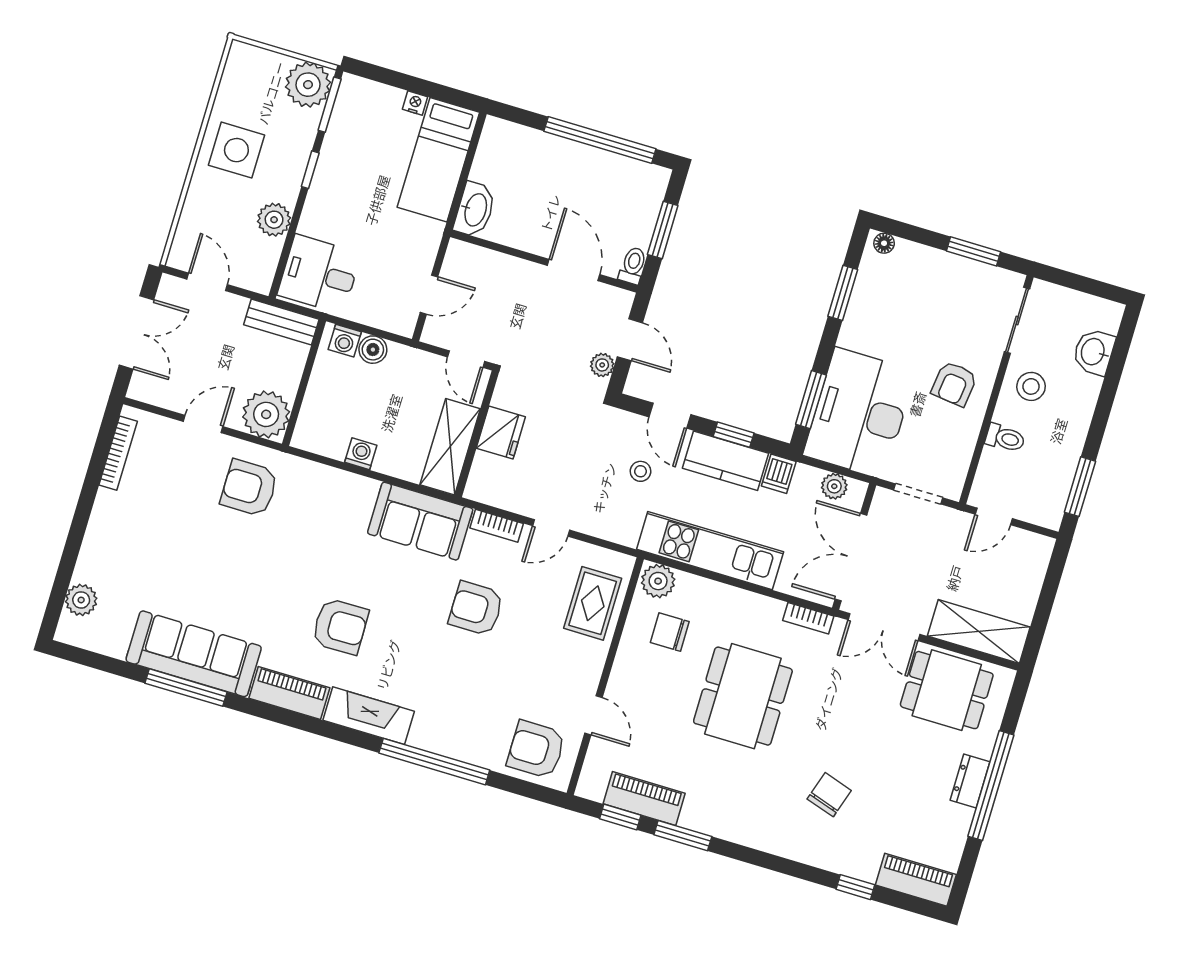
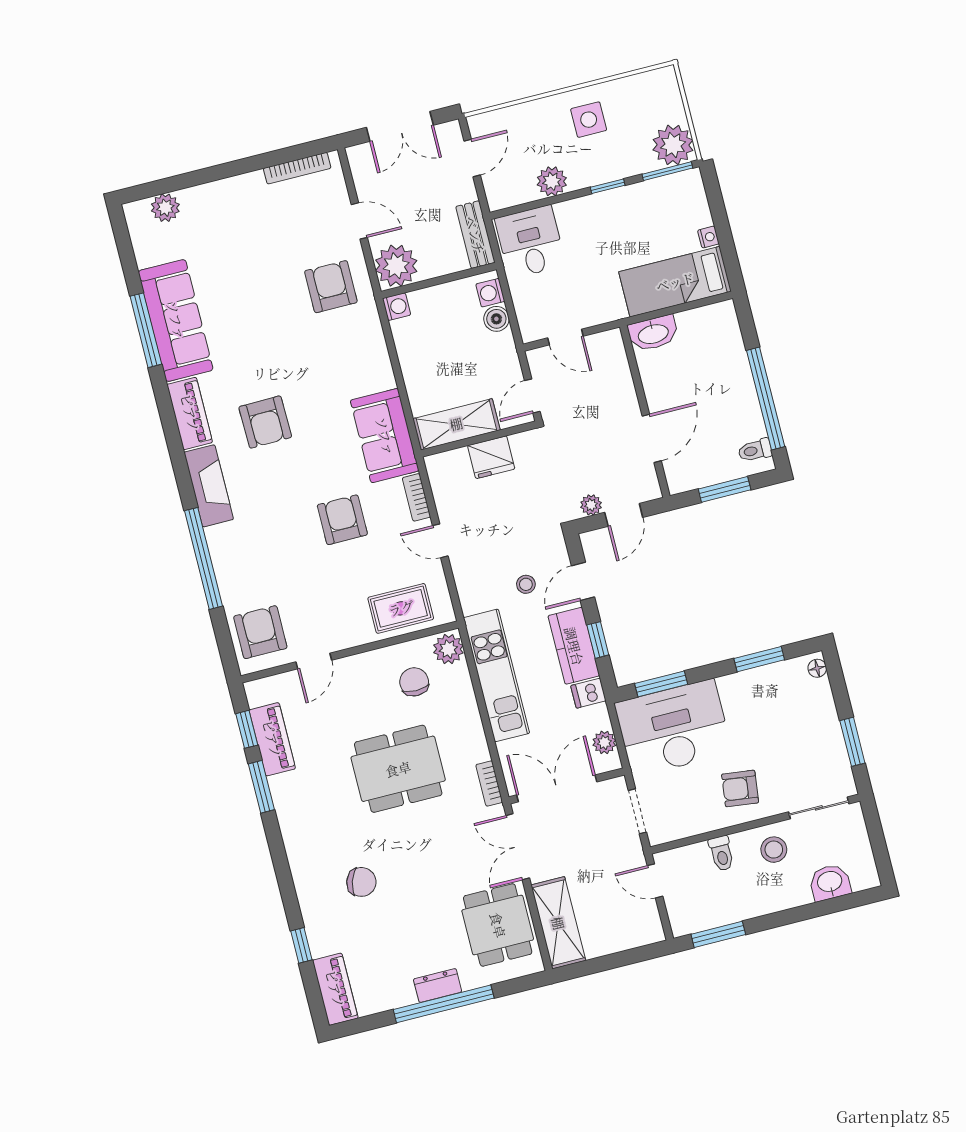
side table: (236, 150) -> (589, 120), width x0.73, depth x0.73
toilet: (633, 266) -> (755, 450), moved, turned 180
washing machine: (361, 454) -> (397, 307), moved

